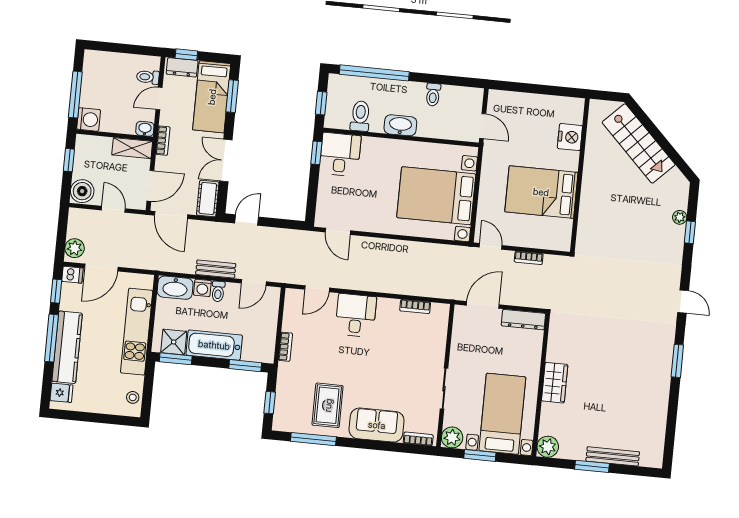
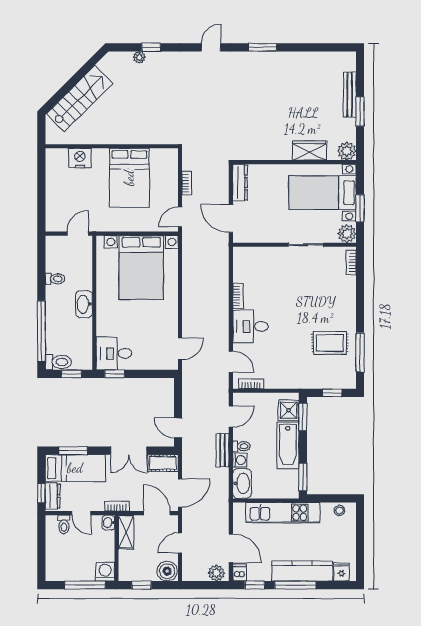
toilet: (360, 116) -> (58, 362), moved, turned 180
door: (254, 282) -> (231, 417), hinge flipped
bookcase: (415, 306) -> (238, 296), moved
shower: (174, 342) -> (289, 410), moved
bookcase: (285, 347) -> (251, 384), moved
wardrobe: (555, 383) -> (309, 150), moved
sofa: (377, 425) -> (343, 299), removed

